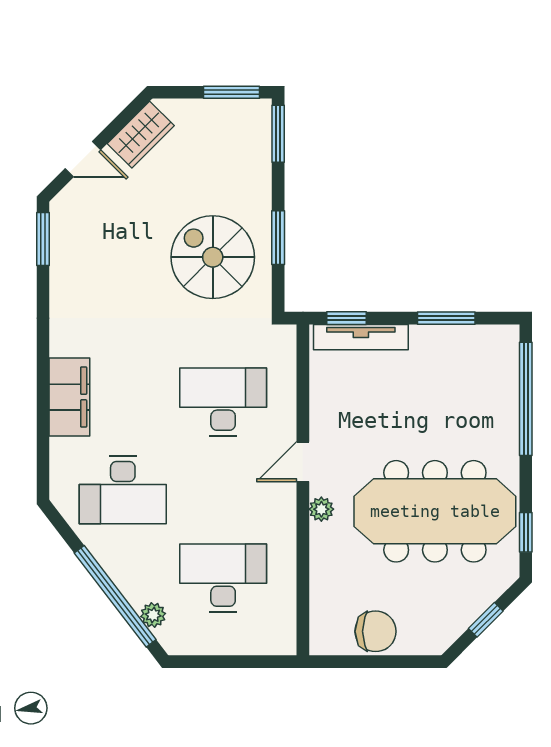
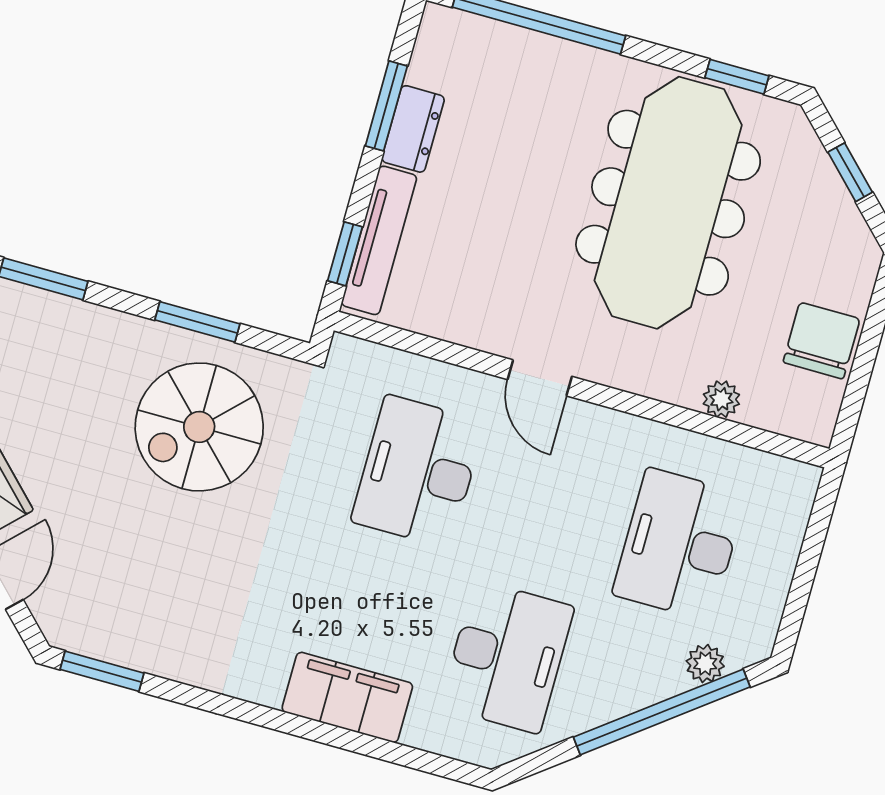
dresser: (437, 339) -> (413, 129), added
plant: (321, 509) -> (721, 399), moved

